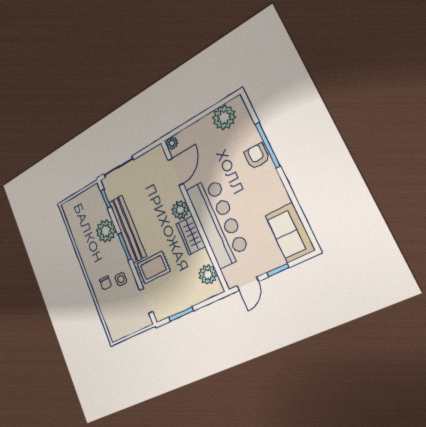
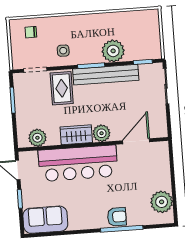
plant: (172, 143) -> (163, 147), removed
door: (176, 172) -> (136, 141), swing flipped
chair: (106, 283) -> (31, 32), moved

